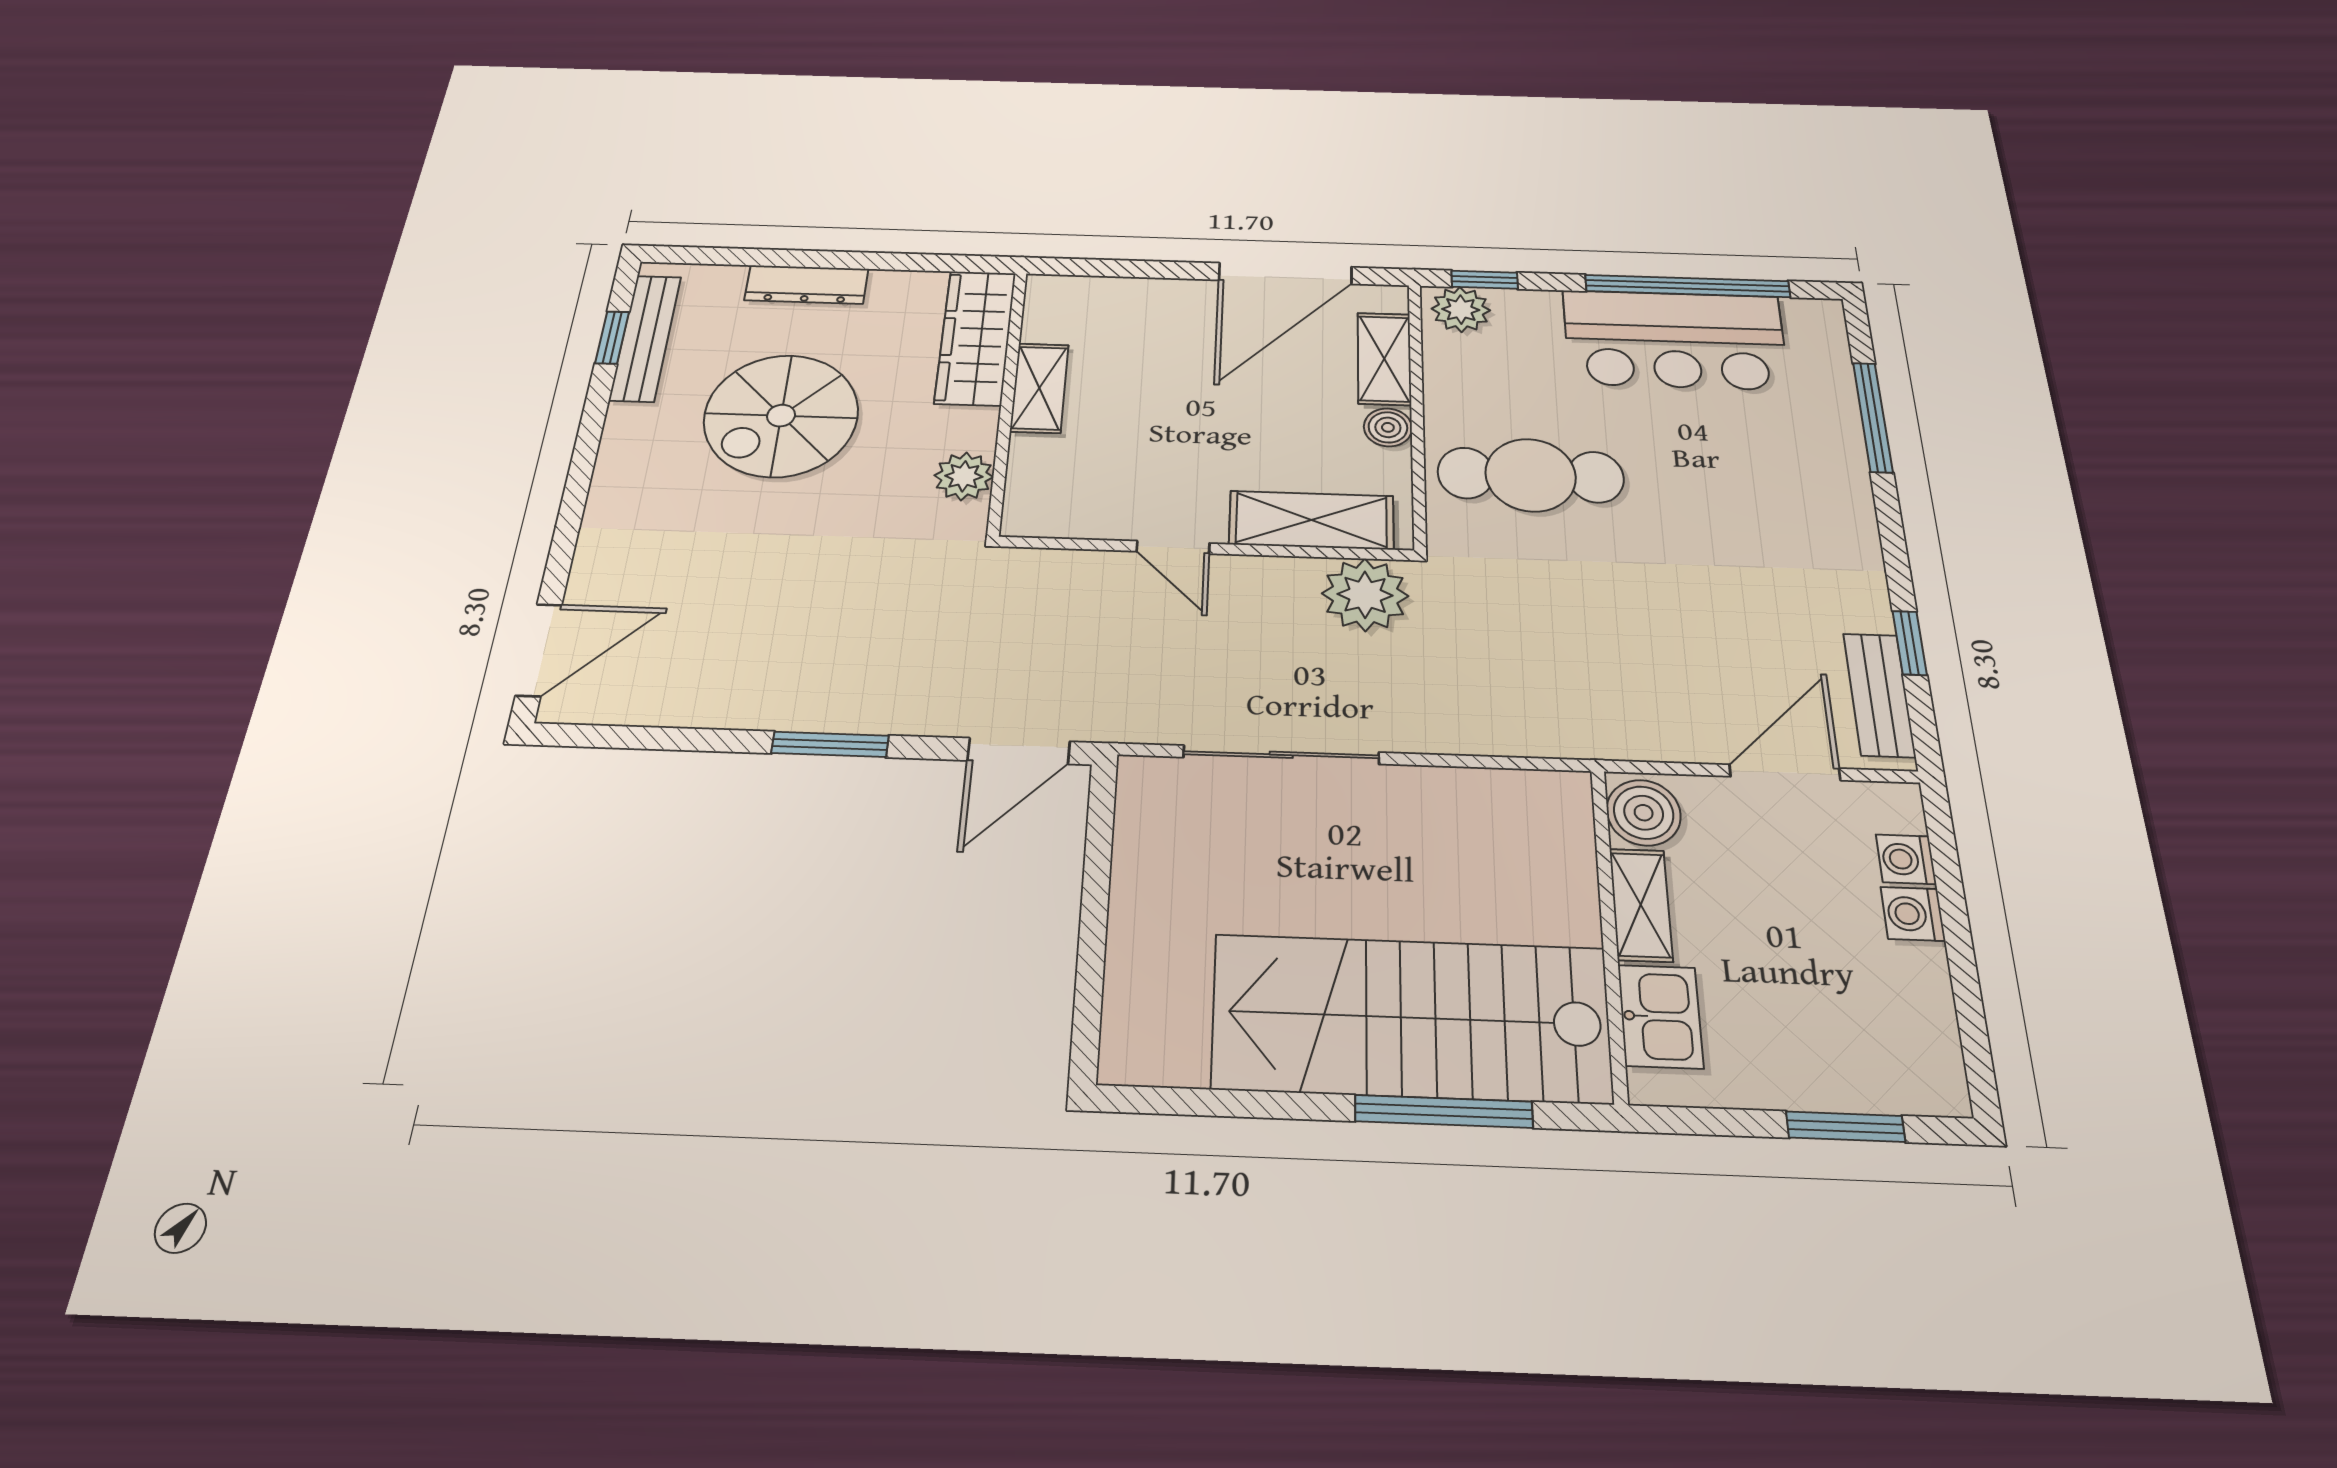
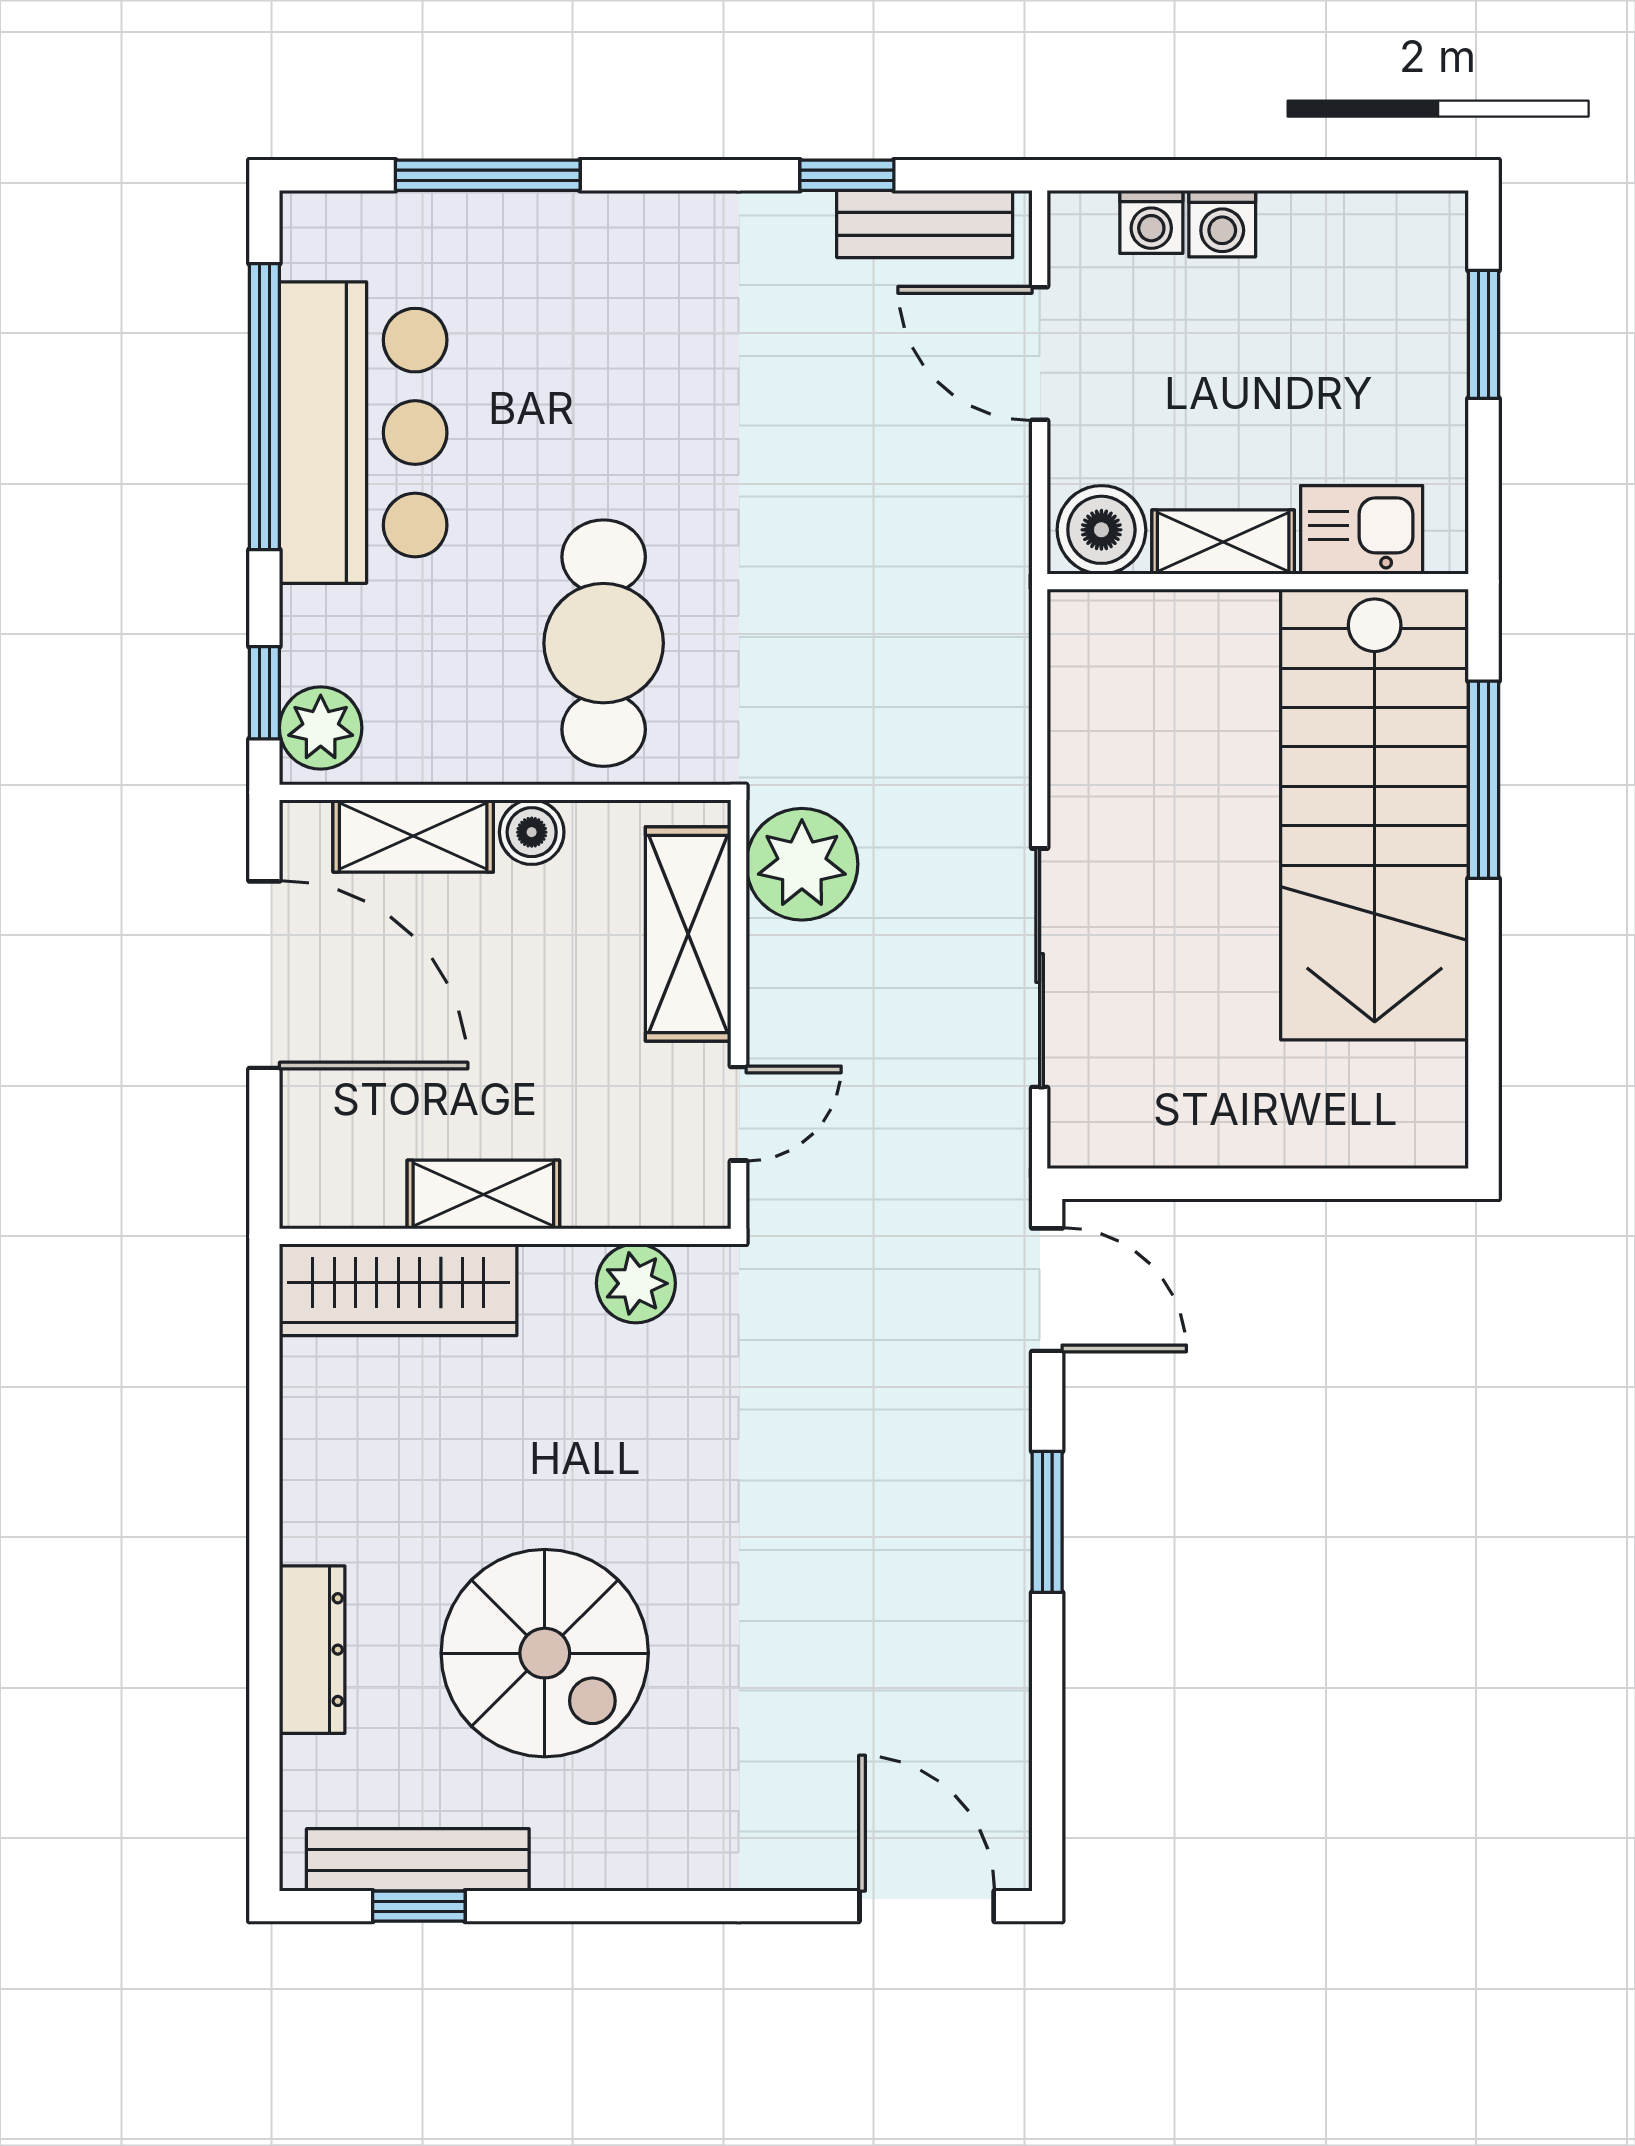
wardrobe: (975, 337) -> (398, 1290), moved
shelving: (1039, 388) -> (483, 1195), moved
wall: (1007, 400) -> (505, 1236), moved
plant: (964, 476) -> (636, 1283), moved

